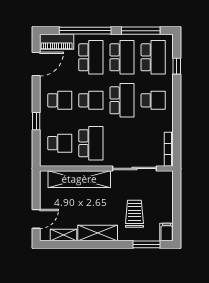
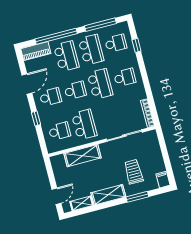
school desk: (153, 57) -> (116, 43), width x0.54
door: (36, 64) -> (27, 84), moved
shelving: (79, 179) -> (82, 156), width x0.68
window: (147, 244) -> (137, 197), moved

